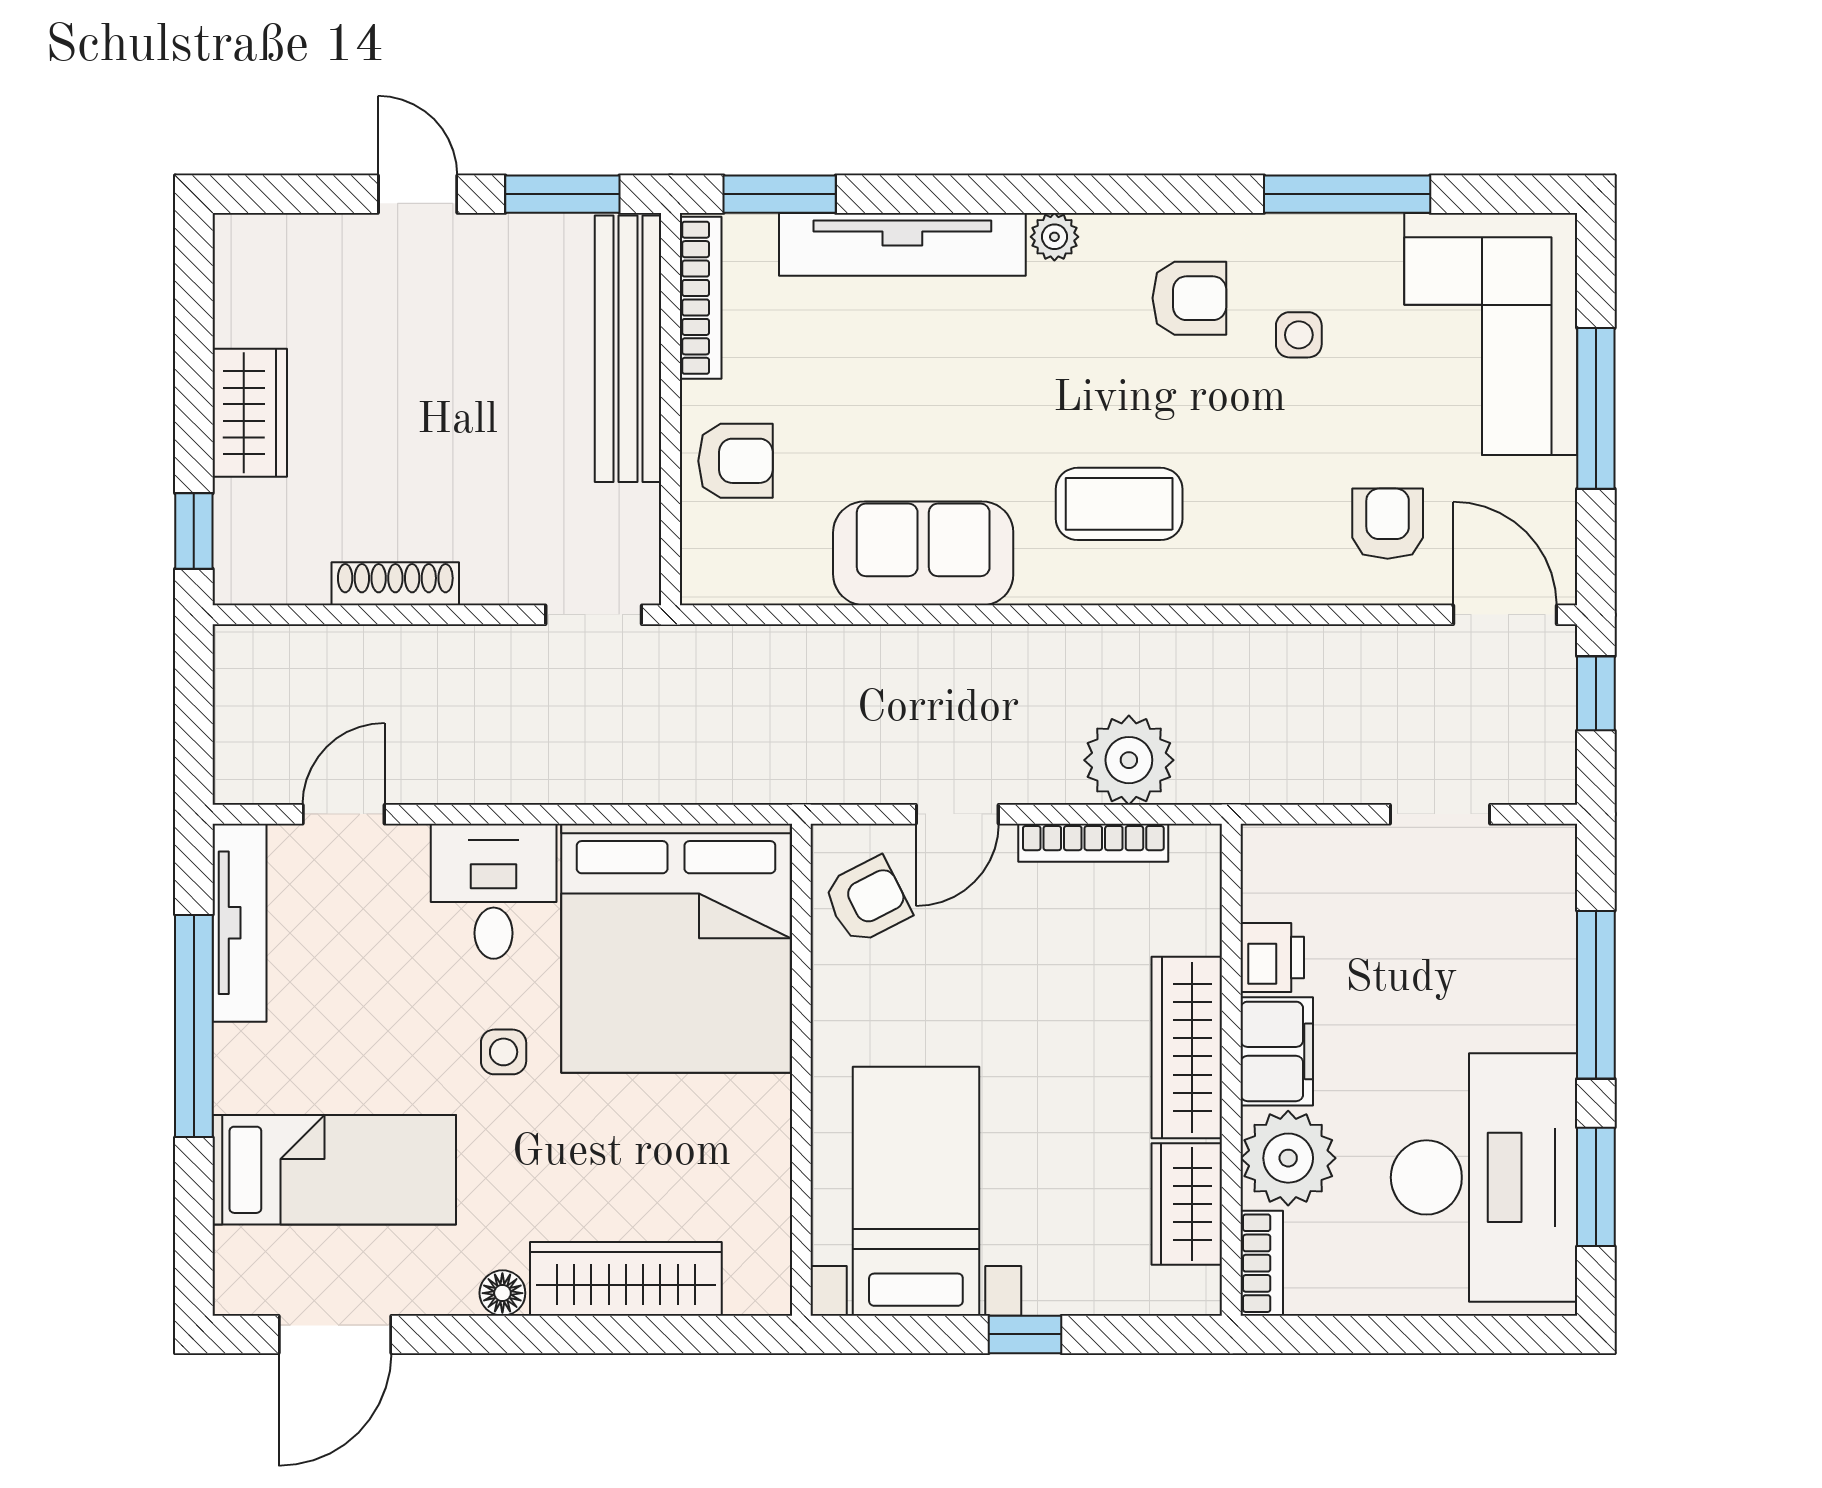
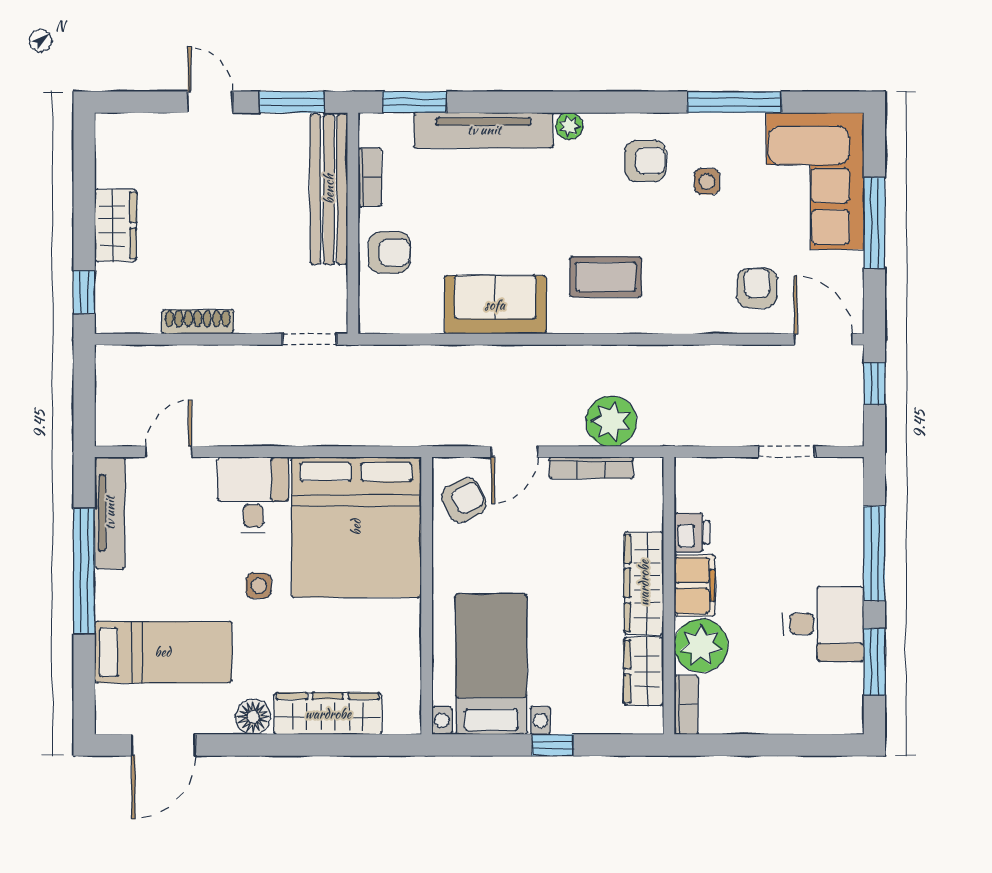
bookcase: (701, 298) -> (370, 177), width x0.64
desk: (1484, 1177) -> (824, 624), width x0.53, depth x0.77
floor lamp: (502, 1293) -> (253, 717), width x1.37, depth x1.37

